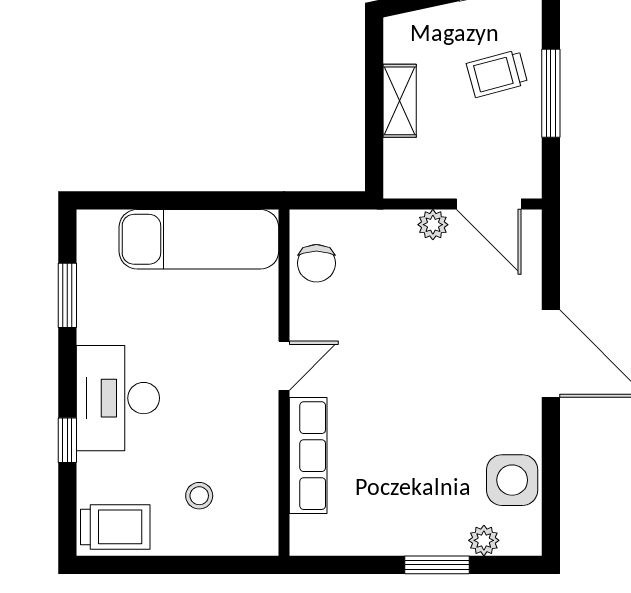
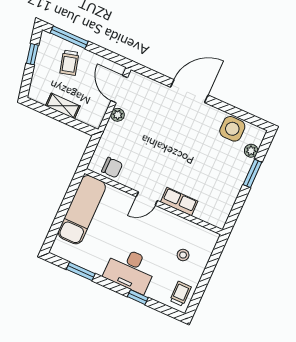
window: (551, 93) -> (69, 37), moved
door: (489, 204) -> (119, 89), swing flipped
door: (284, 366) -> (147, 199), swing flipped
row of seats: (308, 456) -> (179, 202), width x0.68
trolley: (115, 527) -> (180, 294), width x0.73, depth x0.72

